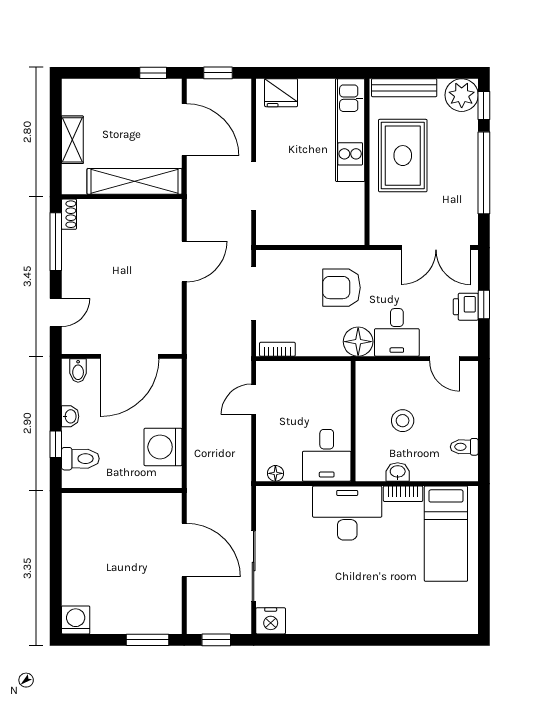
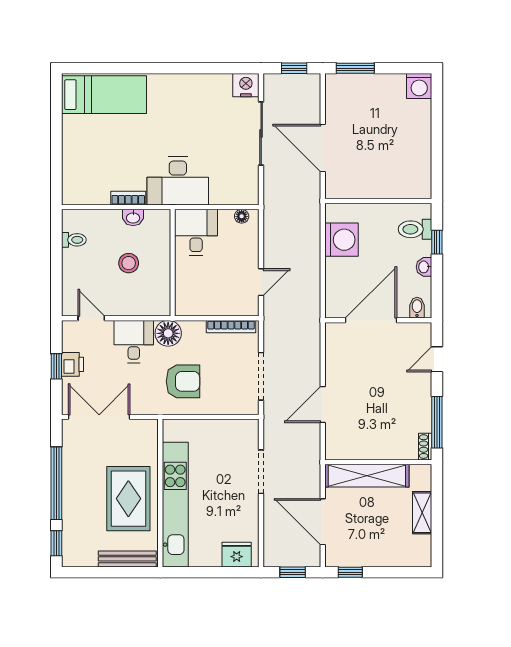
plant: (462, 95) -> (76, 552), removed
kitchen unit: (350, 130) -> (175, 505), width x1.36
bookcase: (277, 349) -> (231, 327), width x1.56
bed: (446, 534) -> (104, 95), moved, turned 90

